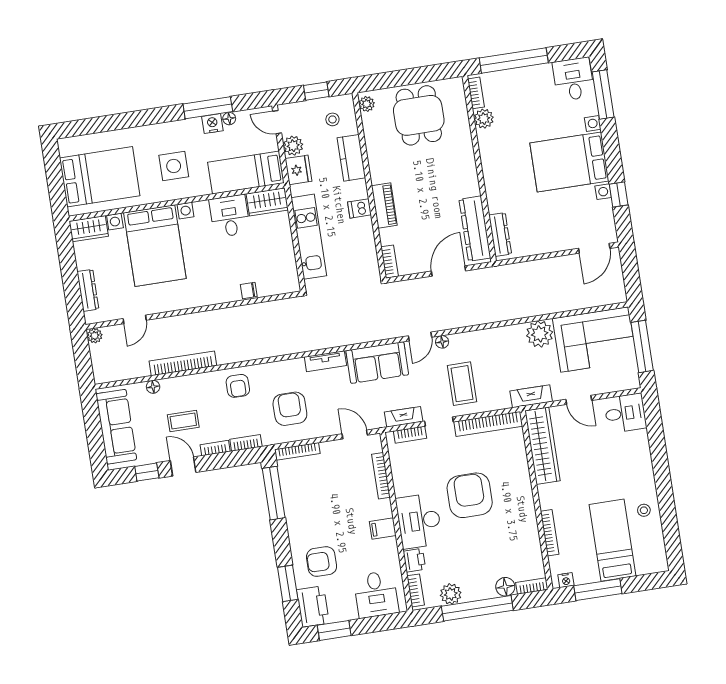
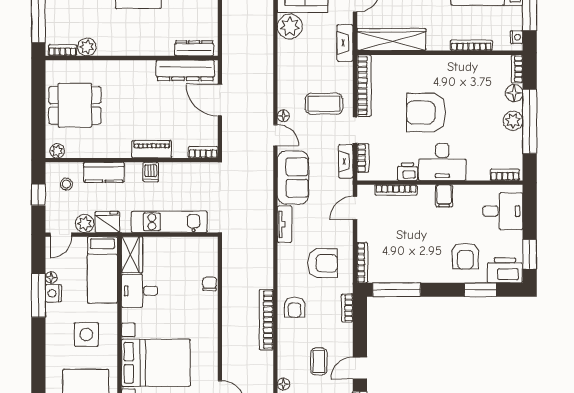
chair: (249, 290) -> (210, 284), turned 180
bookcase: (183, 363) -> (266, 320), moved
armchair: (238, 386) -> (295, 307), turned 90
armchair: (290, 409) -> (323, 263), turned 180
bookcase: (215, 448) -> (348, 336), removed
printer: (414, 560) -> (407, 172), moved
plant: (451, 594) -> (513, 121), moved

